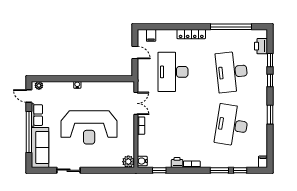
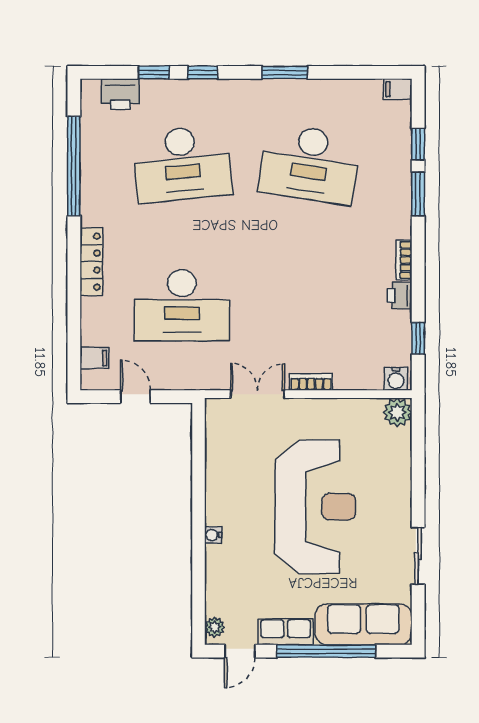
door: (135, 53) -> (136, 397), hinge flipped

